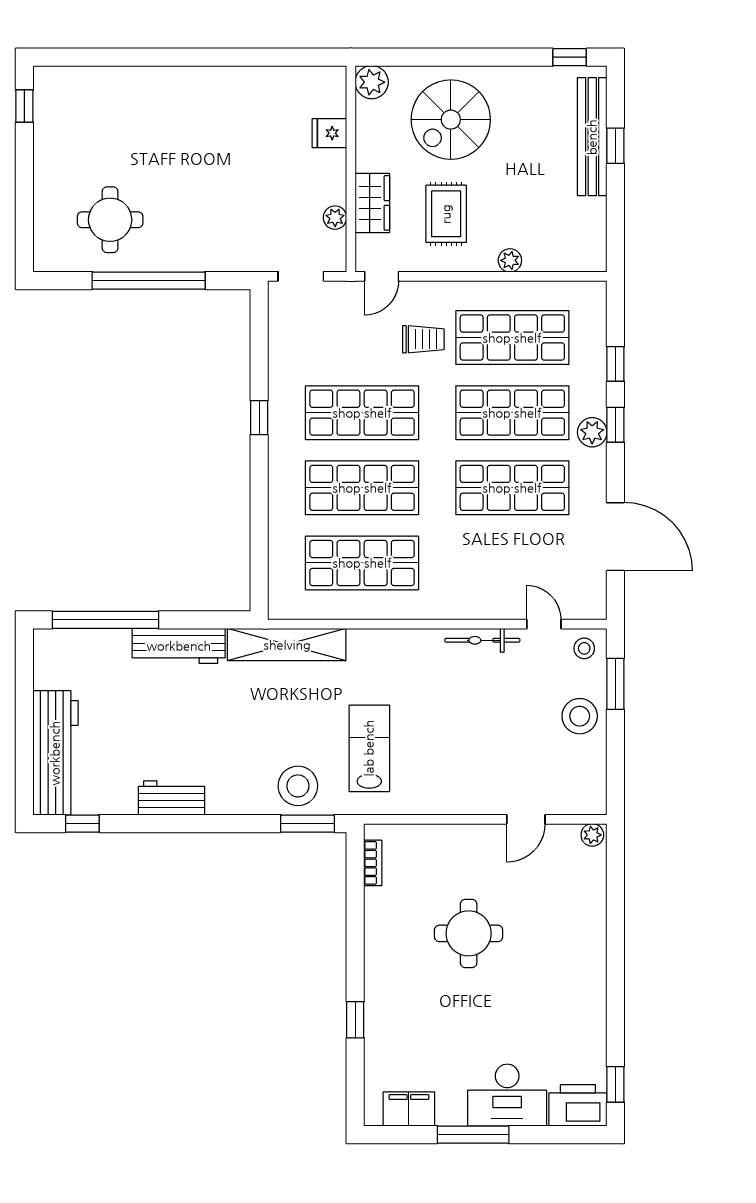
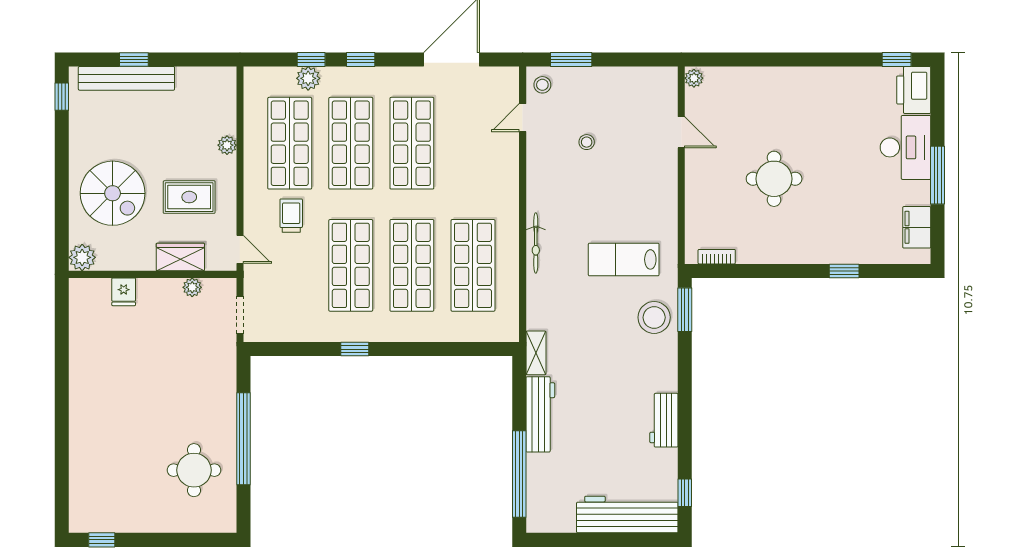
plant: (592, 432) -> (308, 78), moved
bicycle: (482, 640) -> (536, 243), moved
shelving: (287, 645) -> (536, 353), width x0.45, depth x0.75
stool: (580, 716) -> (587, 142), moved, width x0.53, depth x0.53

